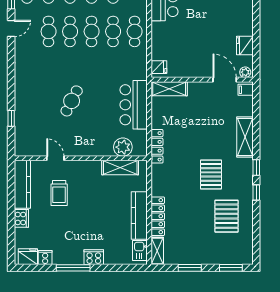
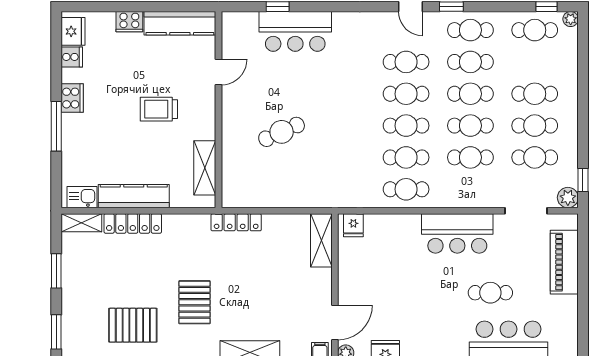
cafe table: (72, 101) -> (282, 132), moved, turned -51
bar counter: (134, 105) -> (295, 31), moved, turned 180
plant: (123, 147) -> (235, 172), removed
pallet: (211, 174) -> (195, 302), turned 90
trolley: (59, 193) -> (159, 109), moved
cooker: (94, 257) -> (72, 98), moved
window: (73, 268) -> (56, 126), moved

